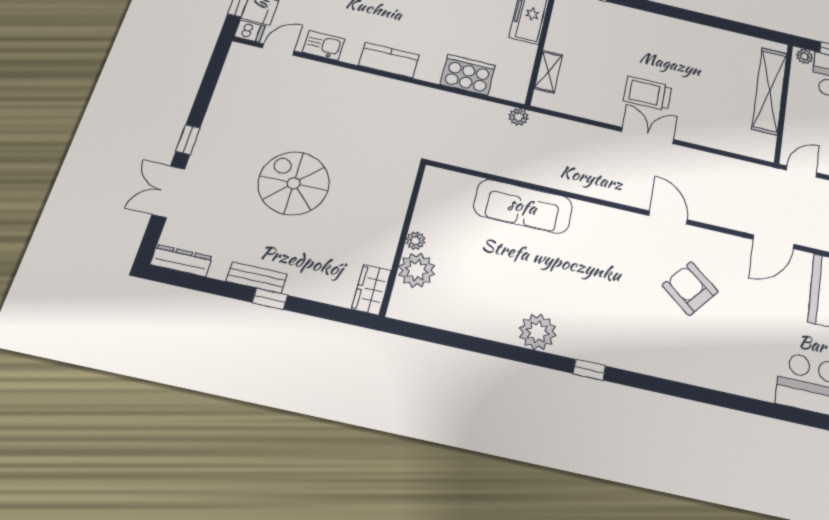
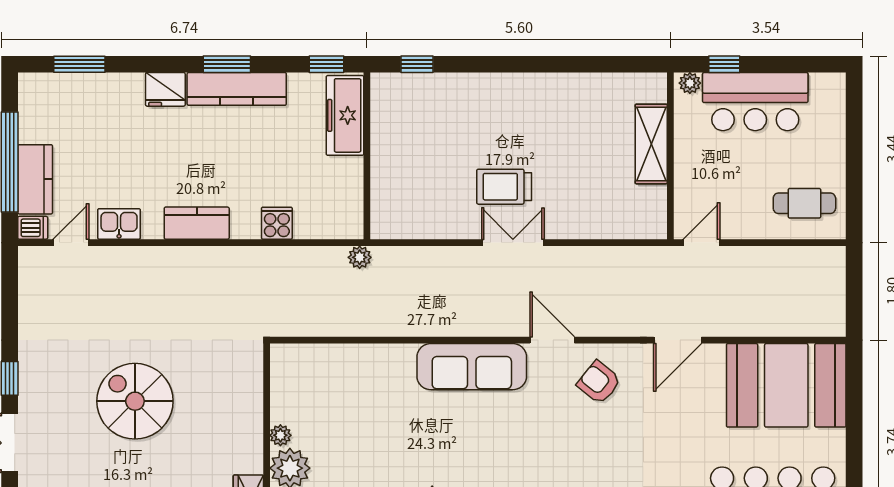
shelving: (548, 72) -> (382, 189), removed
cooker: (468, 75) -> (277, 223), width x0.53, depth x0.76
shelving: (769, 91) -> (651, 144), width x0.68
sofa: (523, 206) -> (472, 367), moved
armchair: (690, 288) -> (599, 382), moved, width x0.72, depth x0.72

